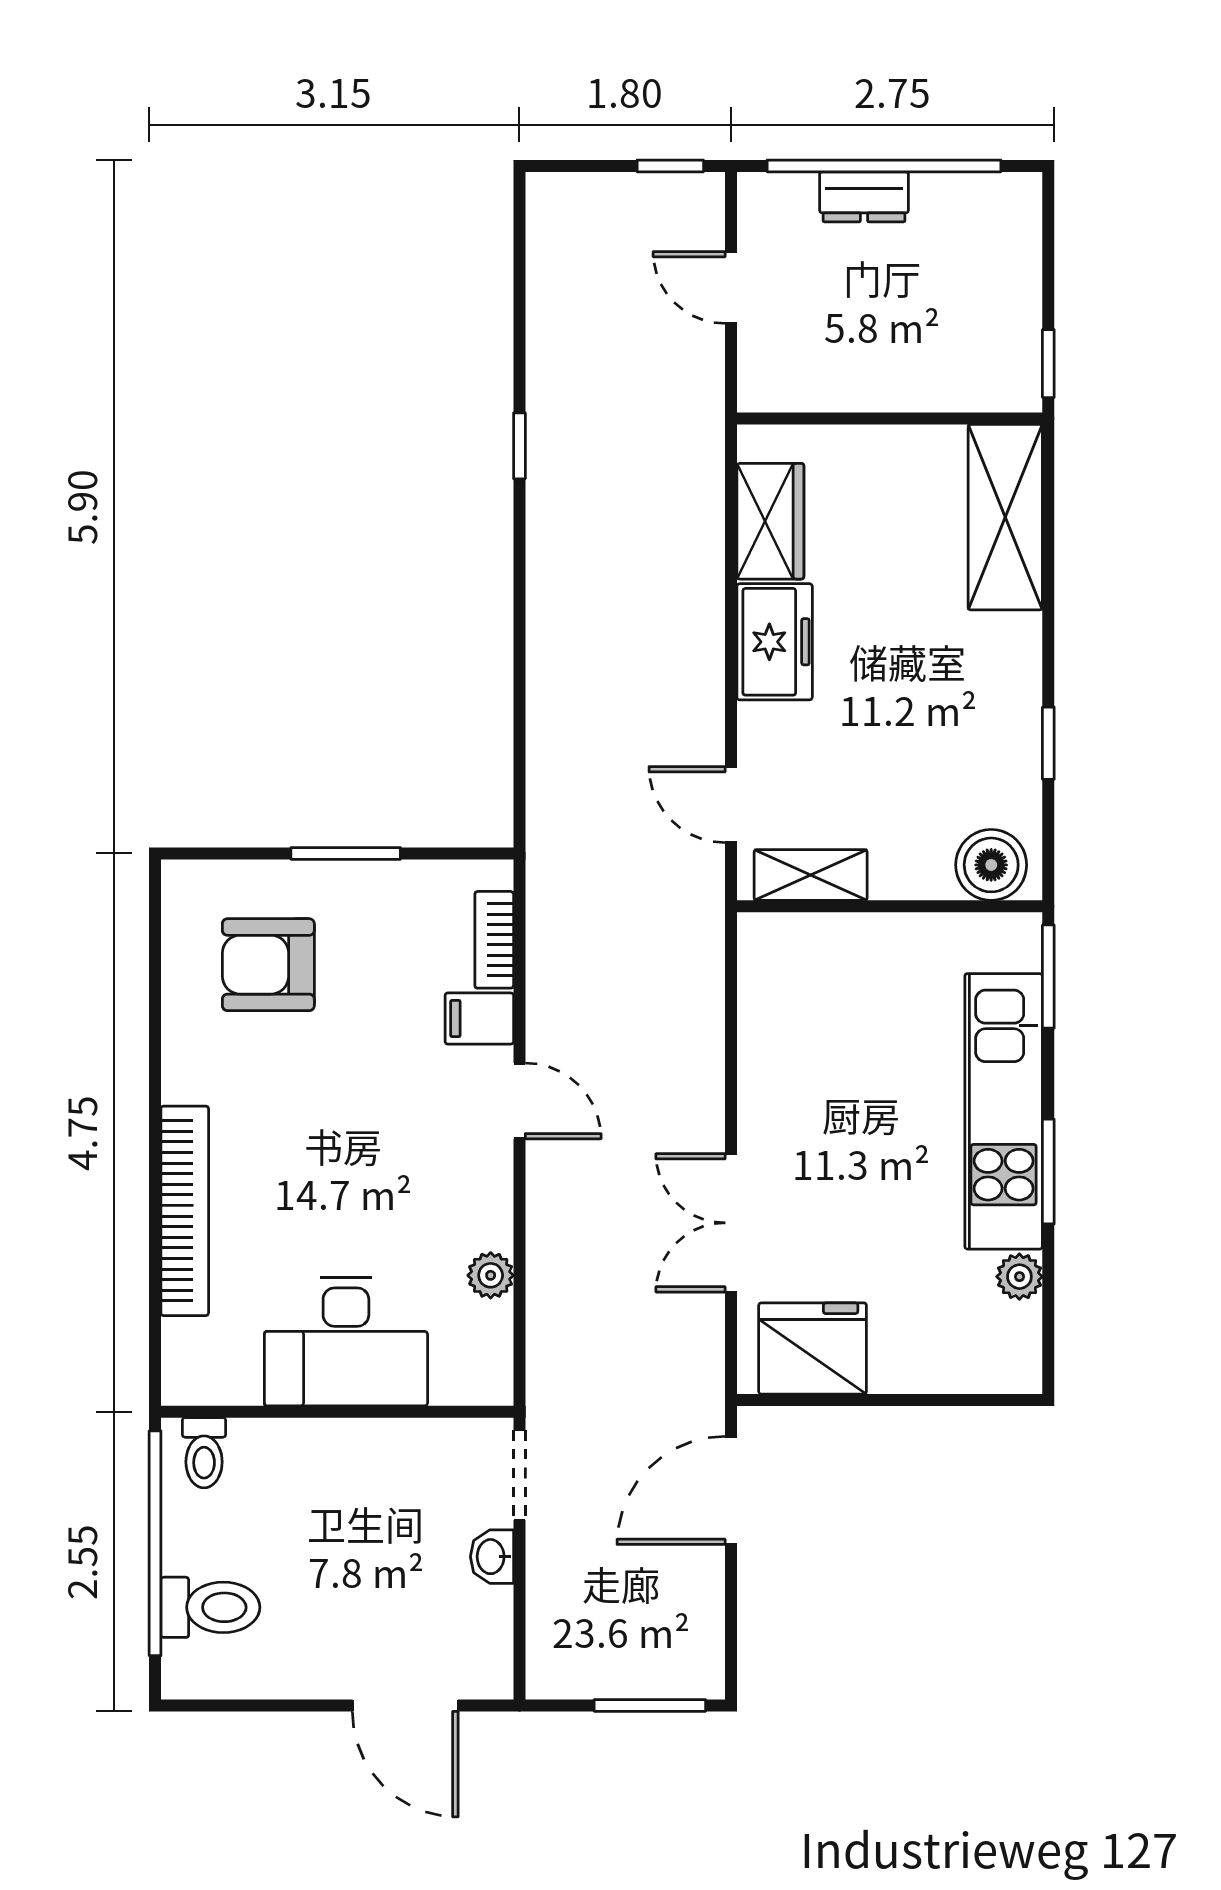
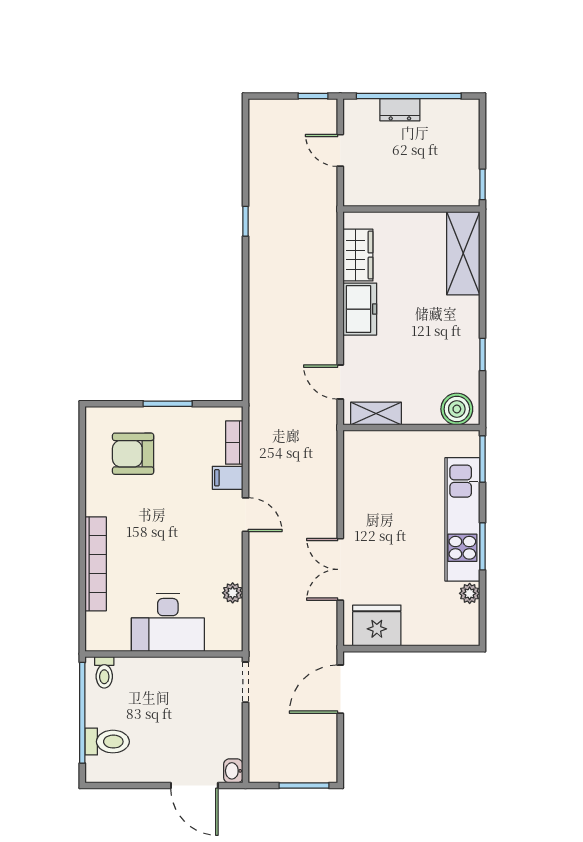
washbasin: (492, 1557) -> (233, 771), moved

